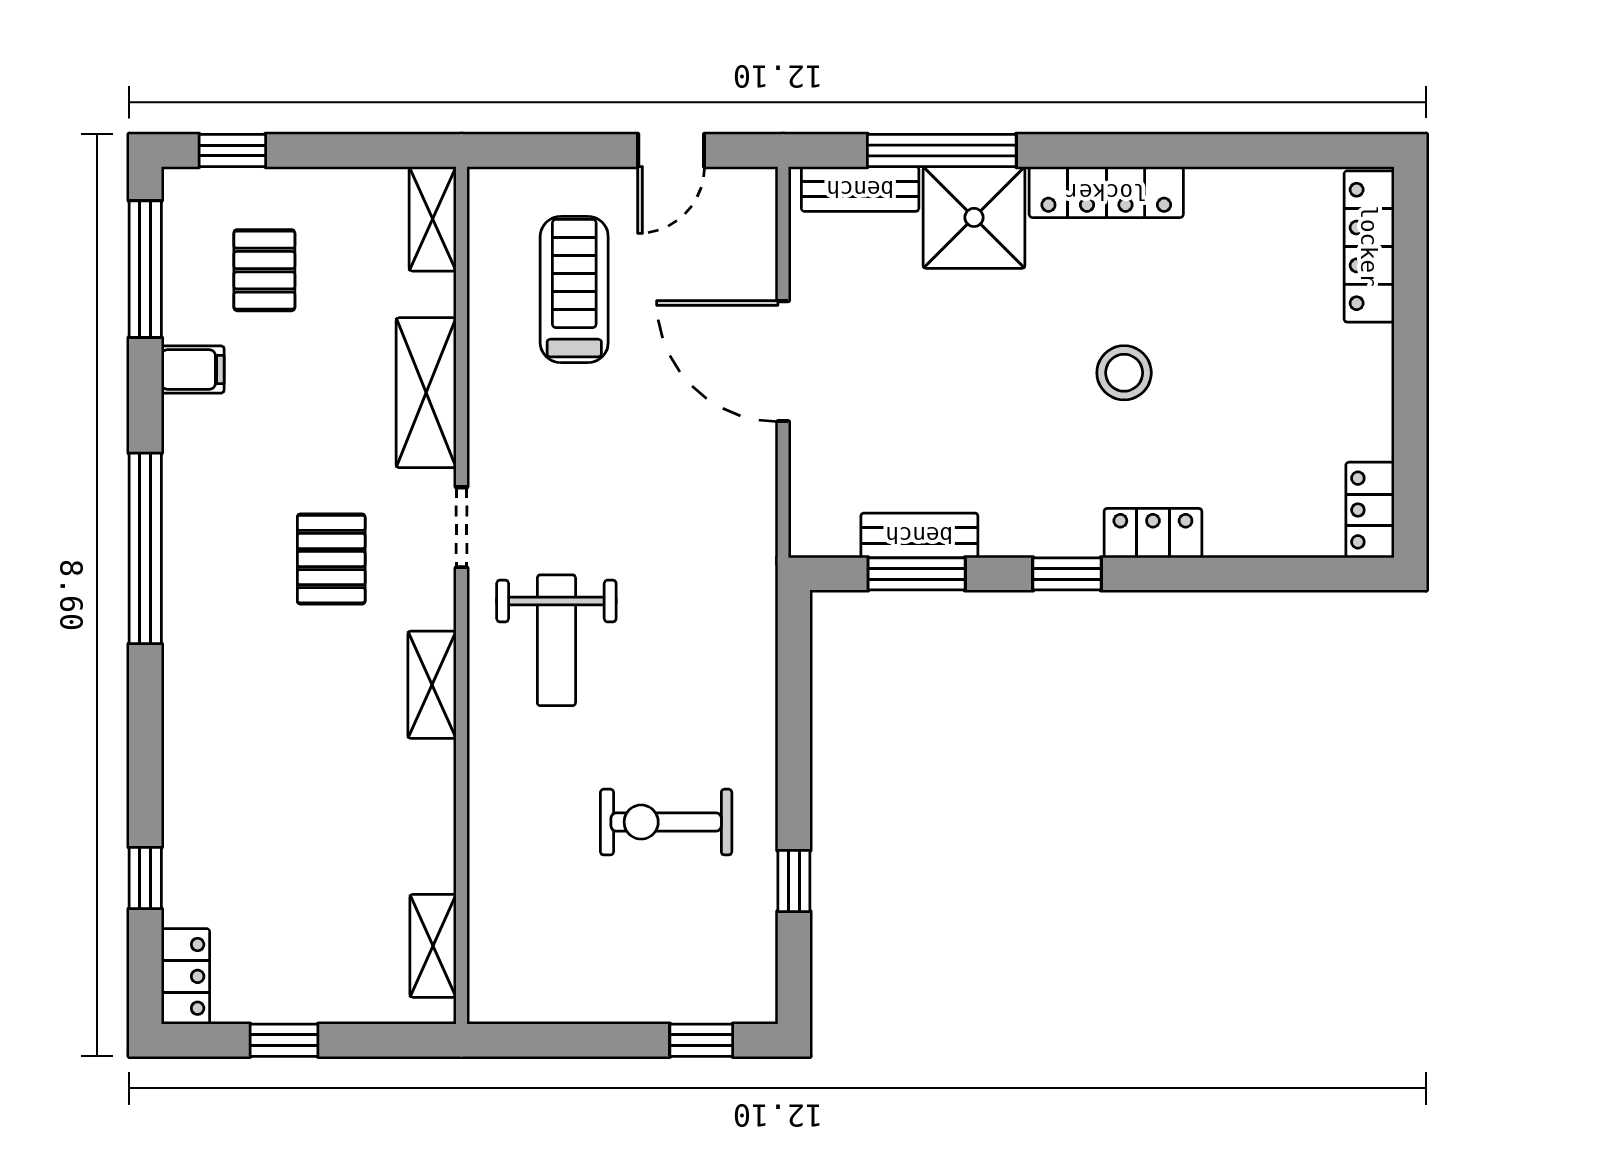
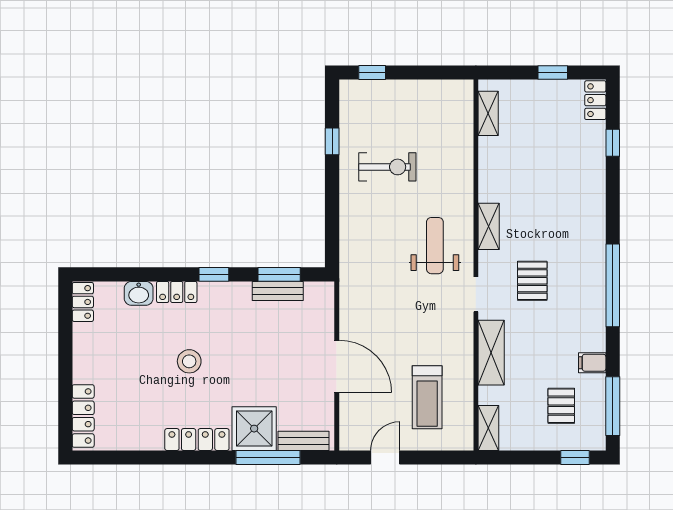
washbasin: (1241, 530) -> (139, 293), added

